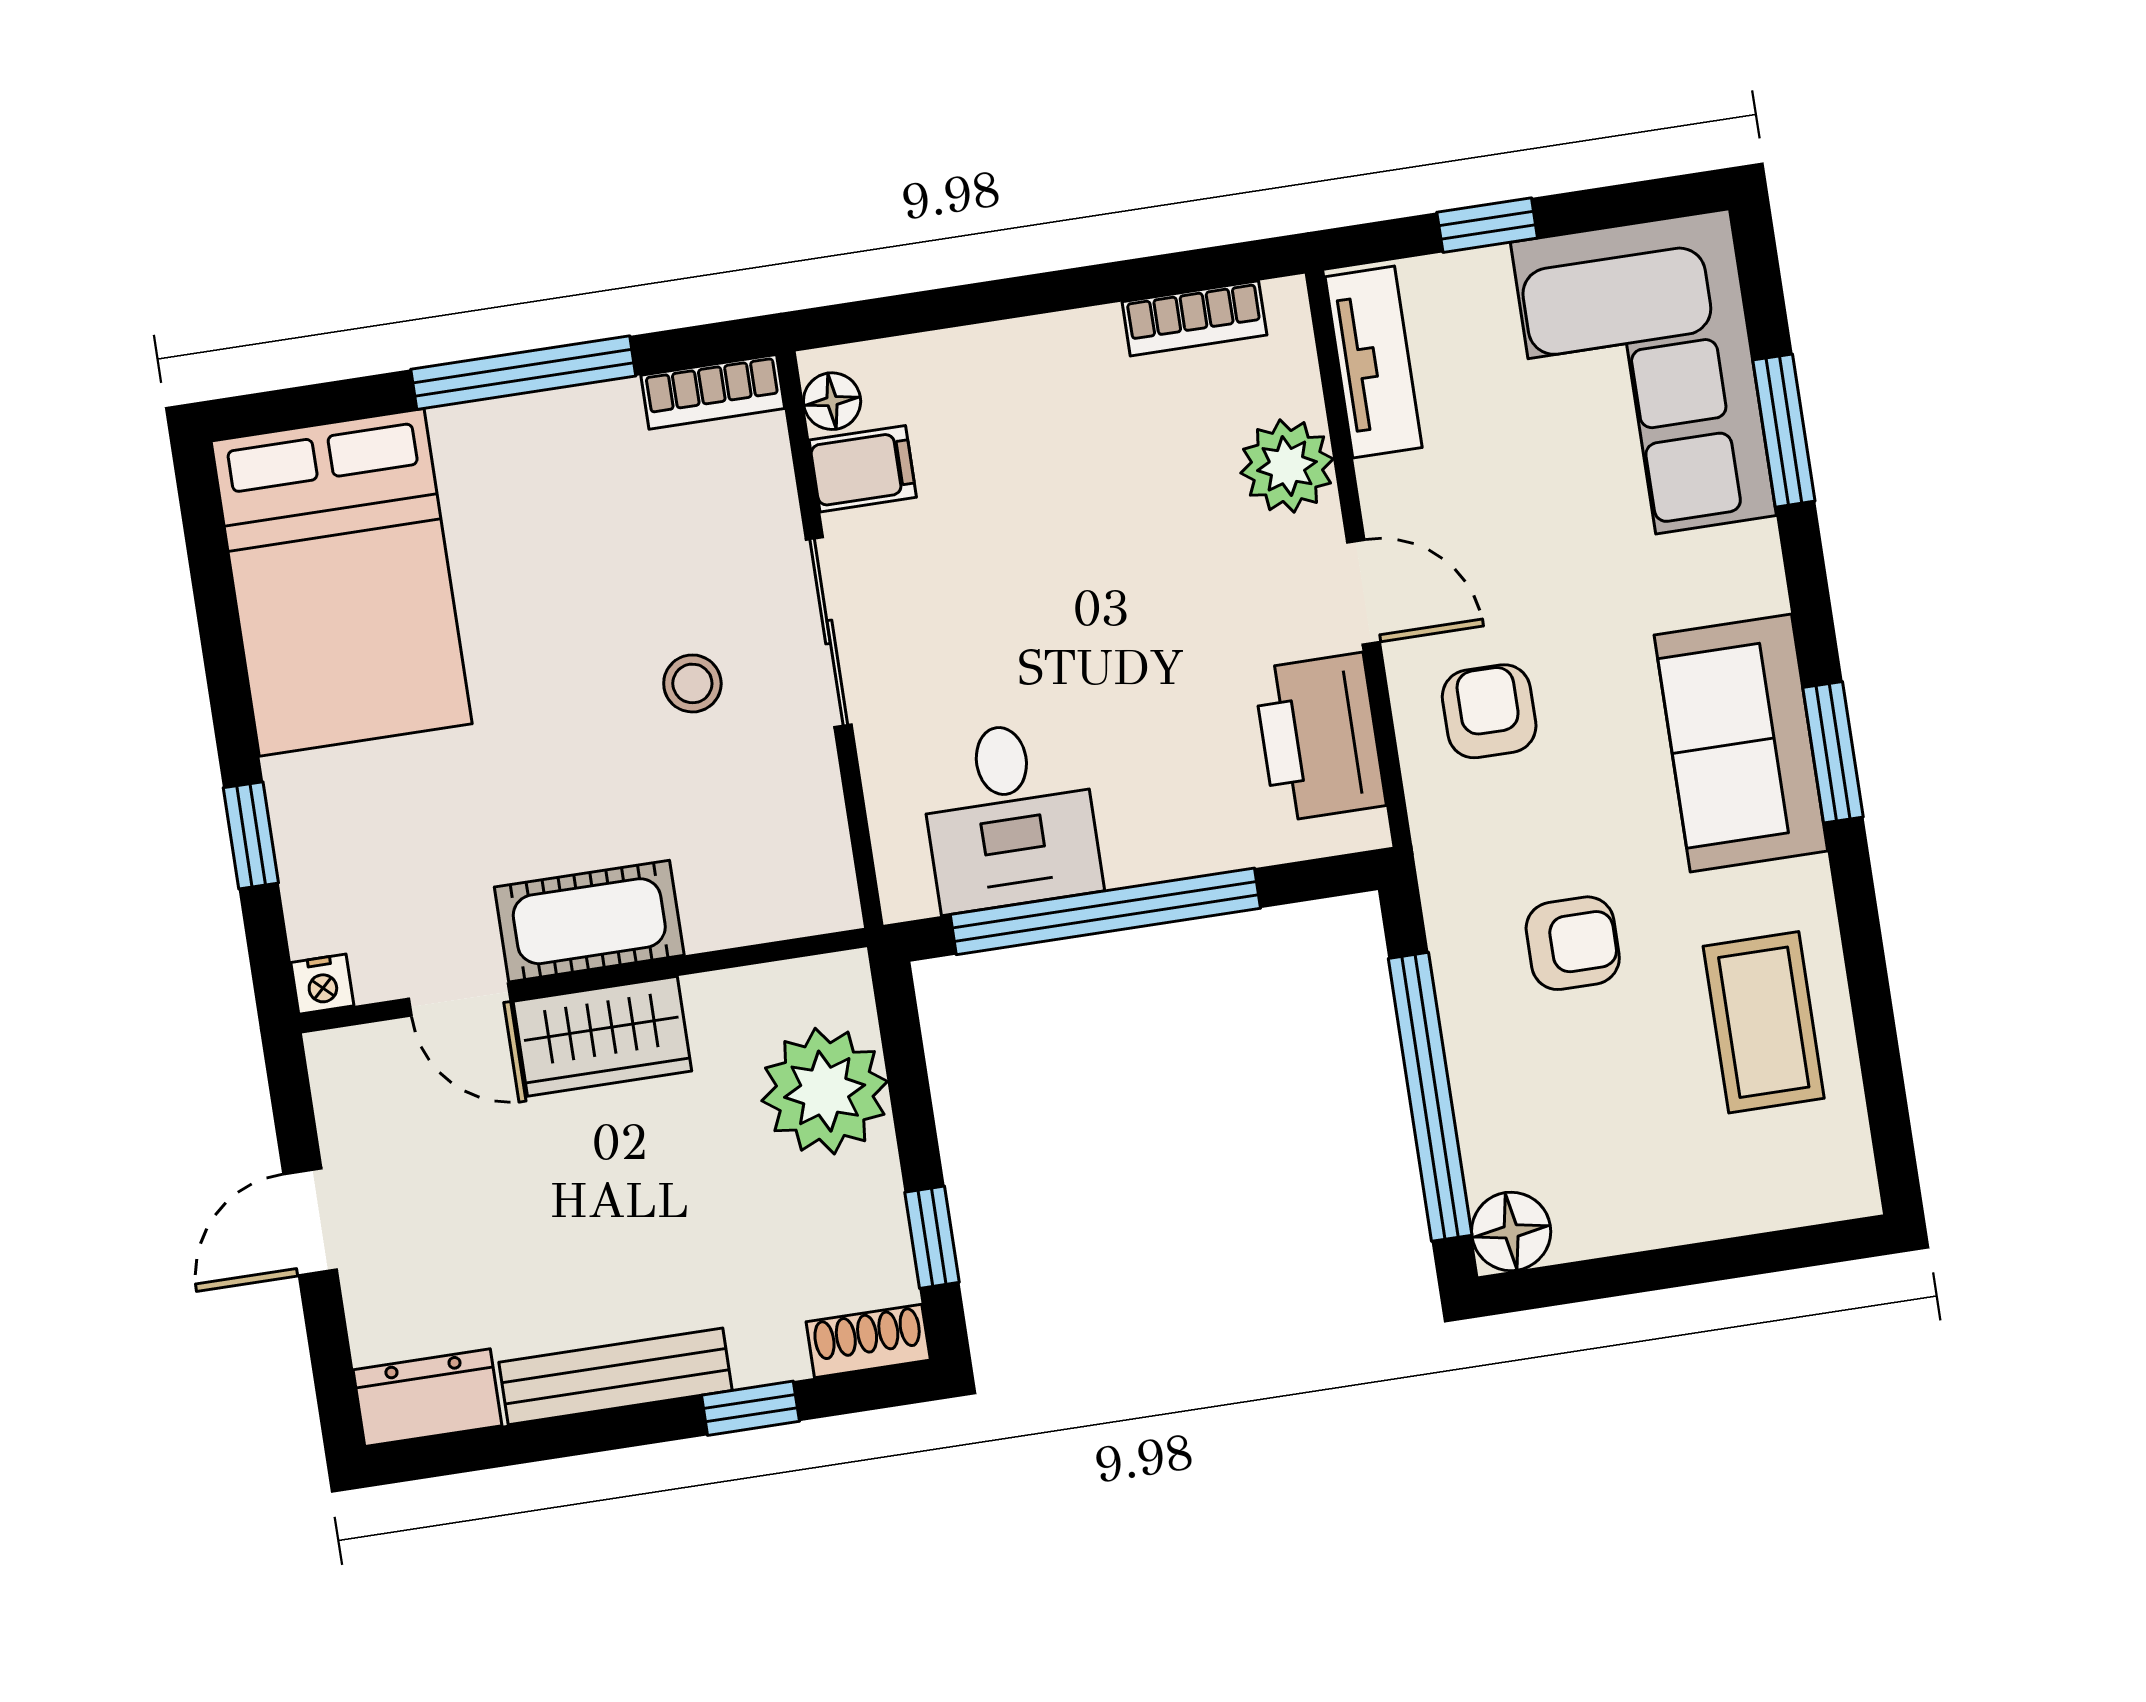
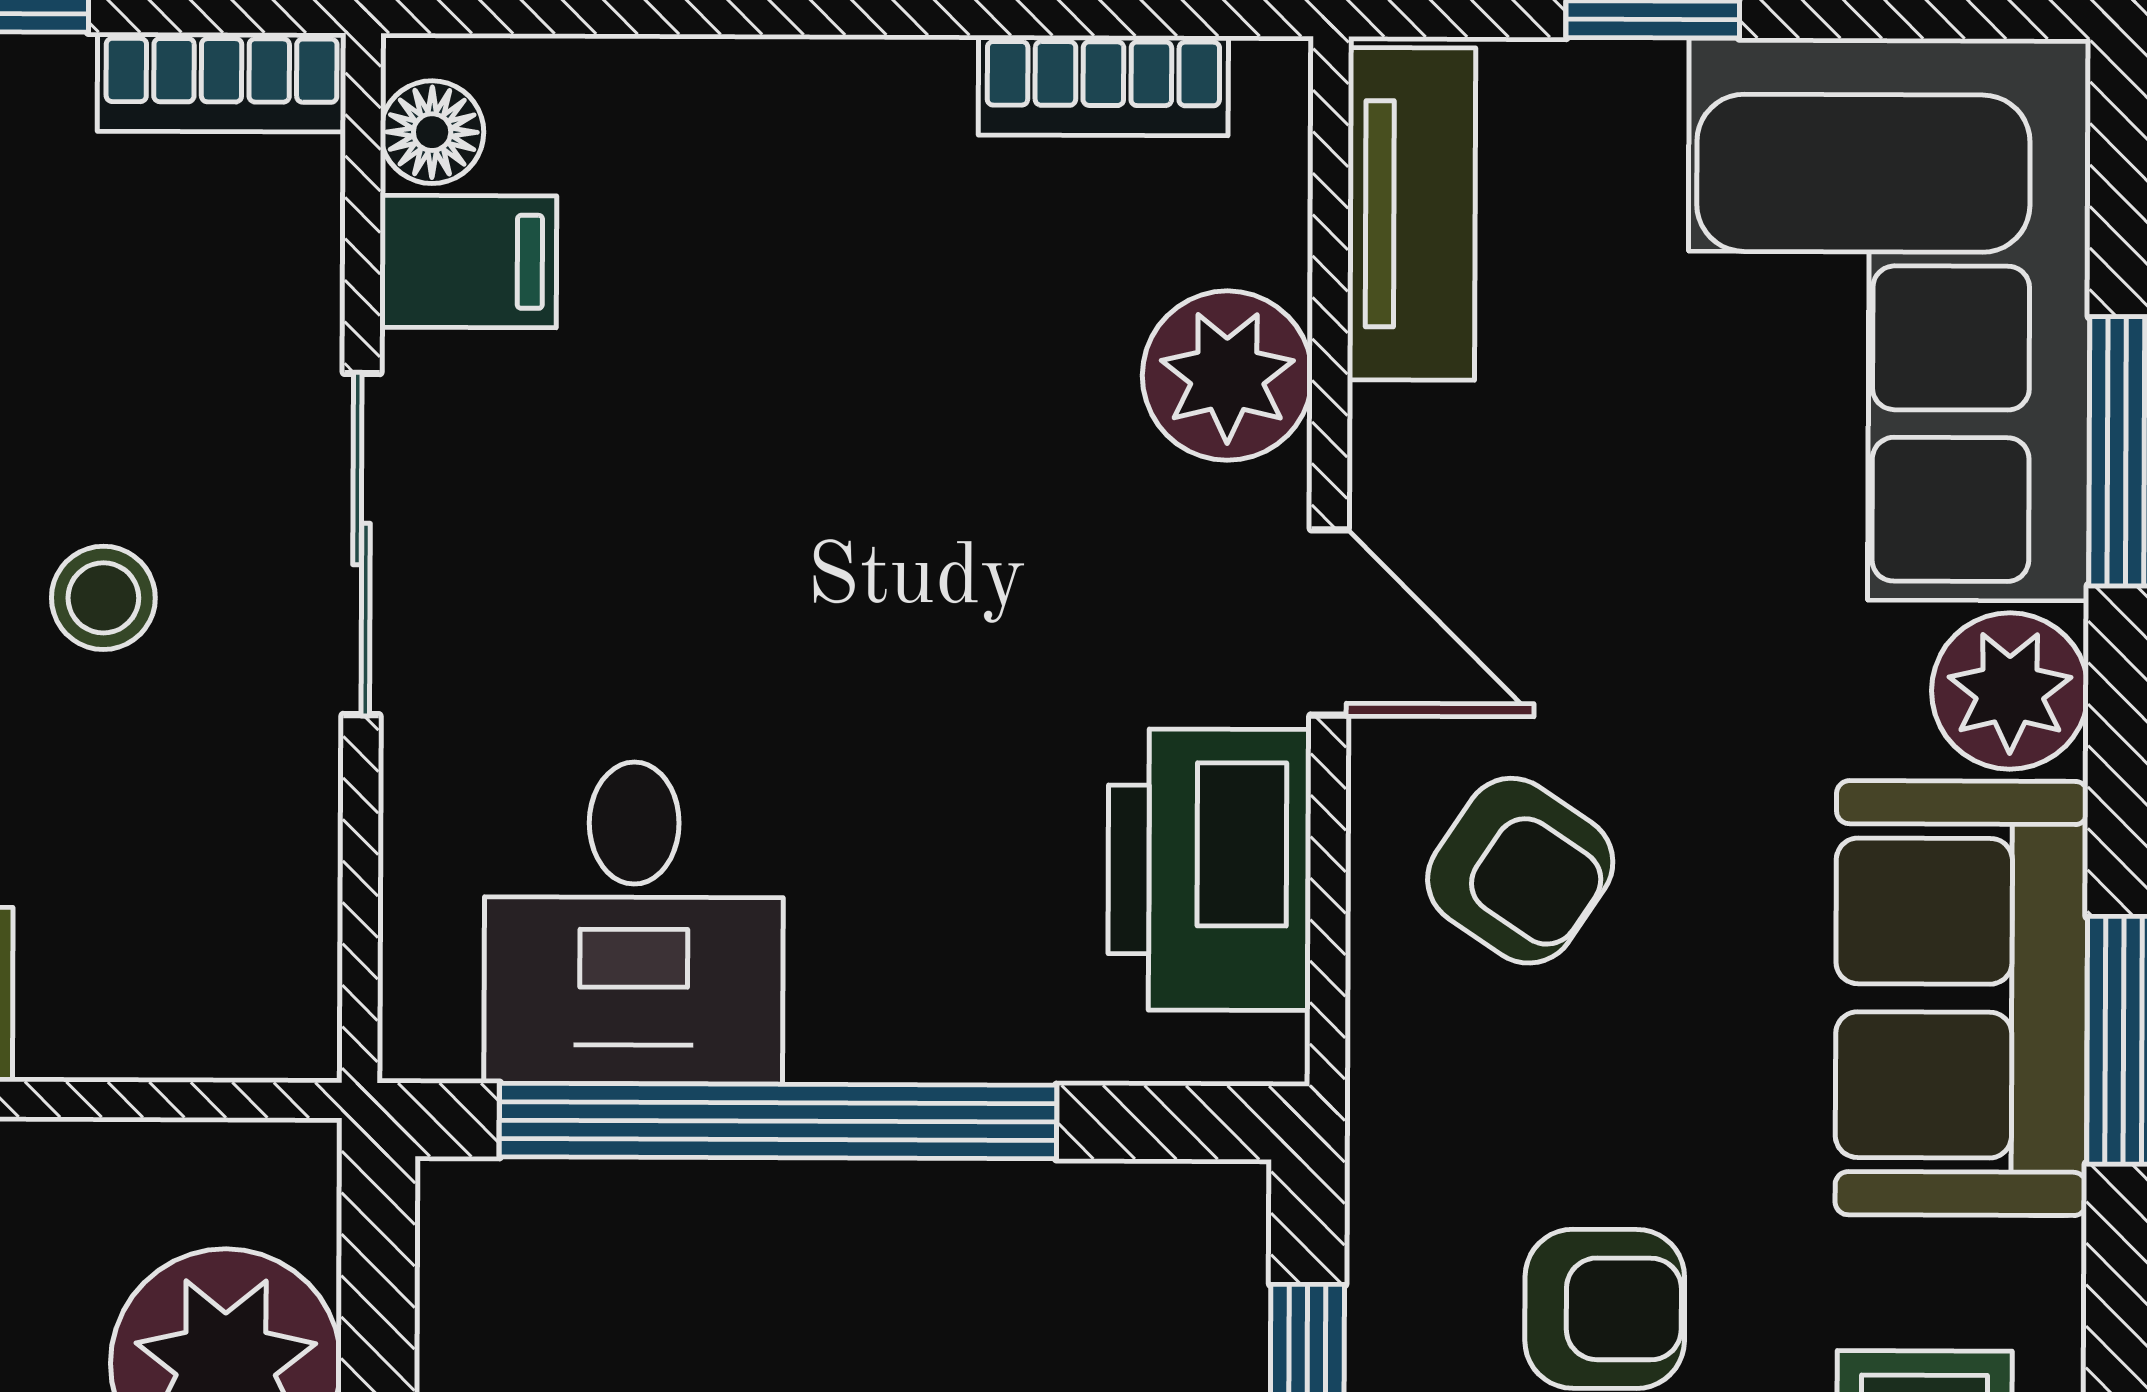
plant: (1741, 571) -> (2010, 691), added
armchair: (1489, 711) -> (1520, 871), turned 124

